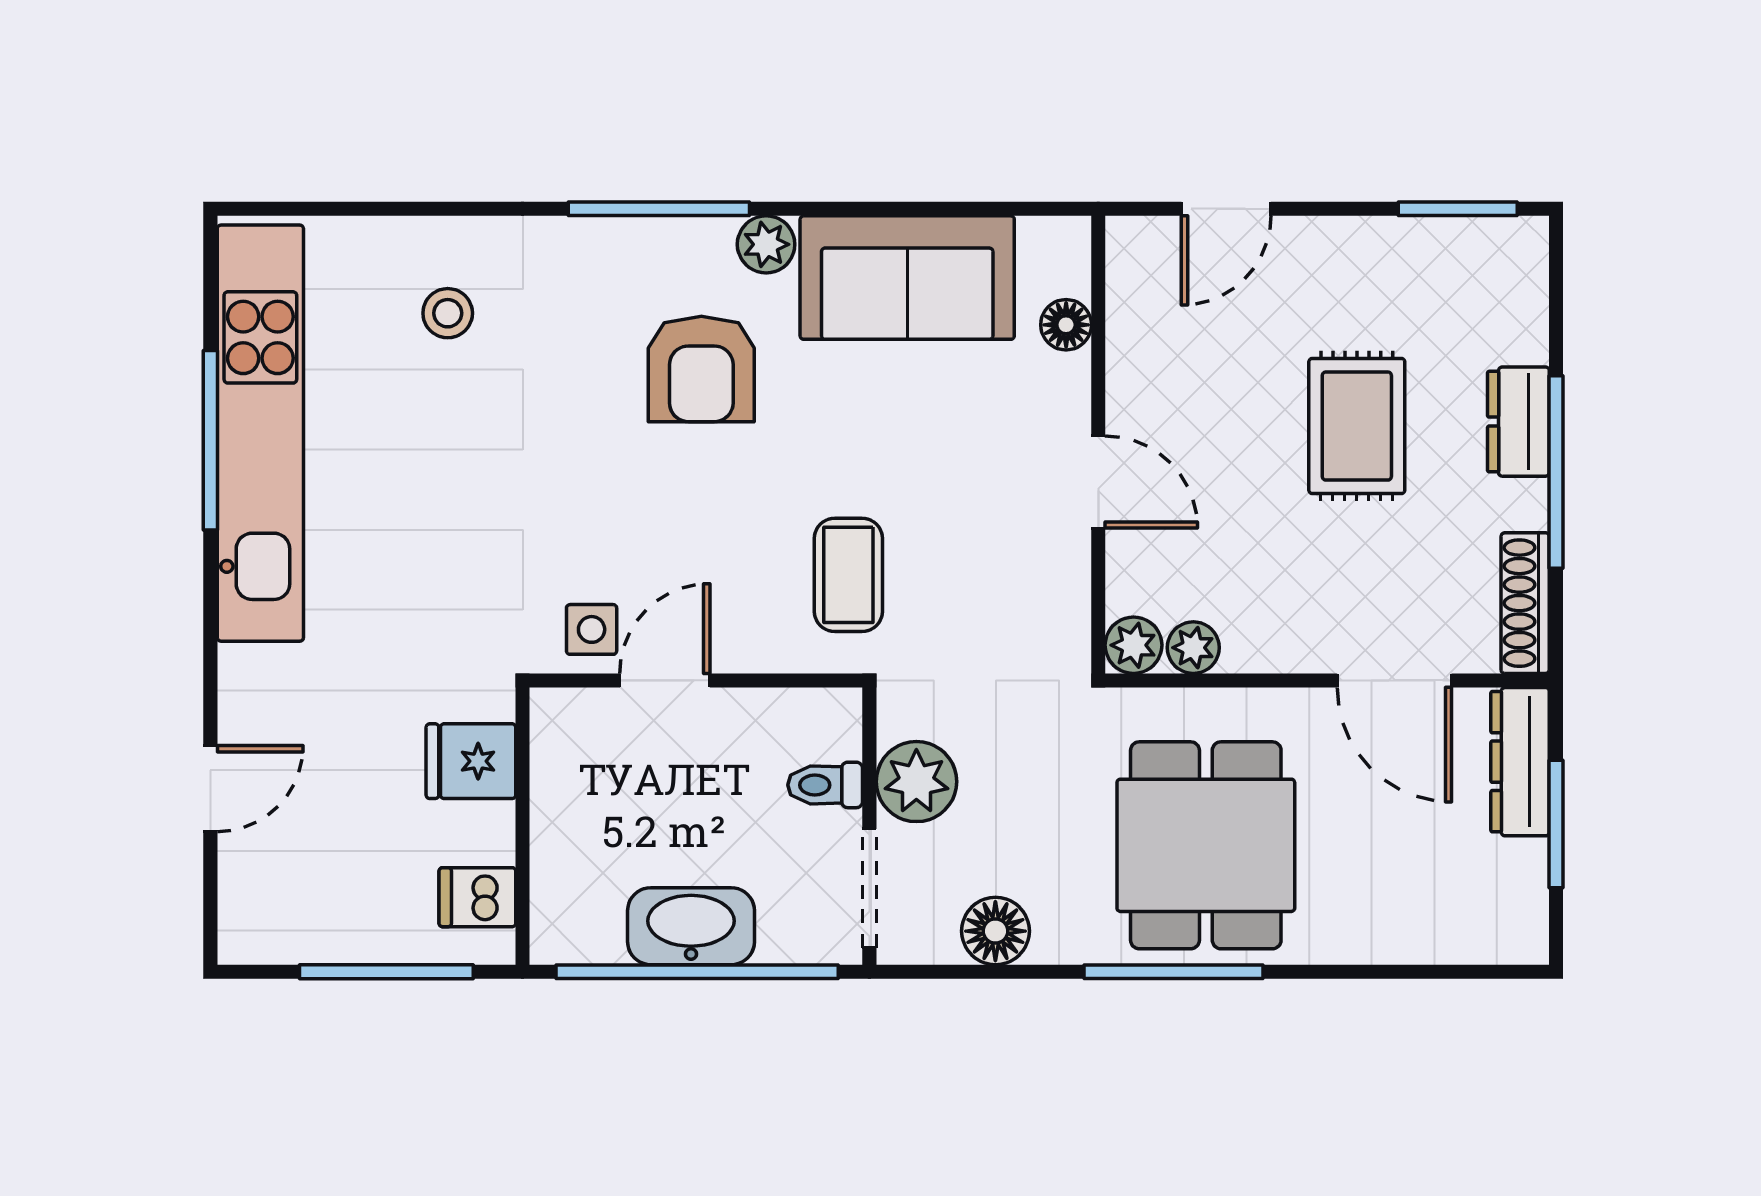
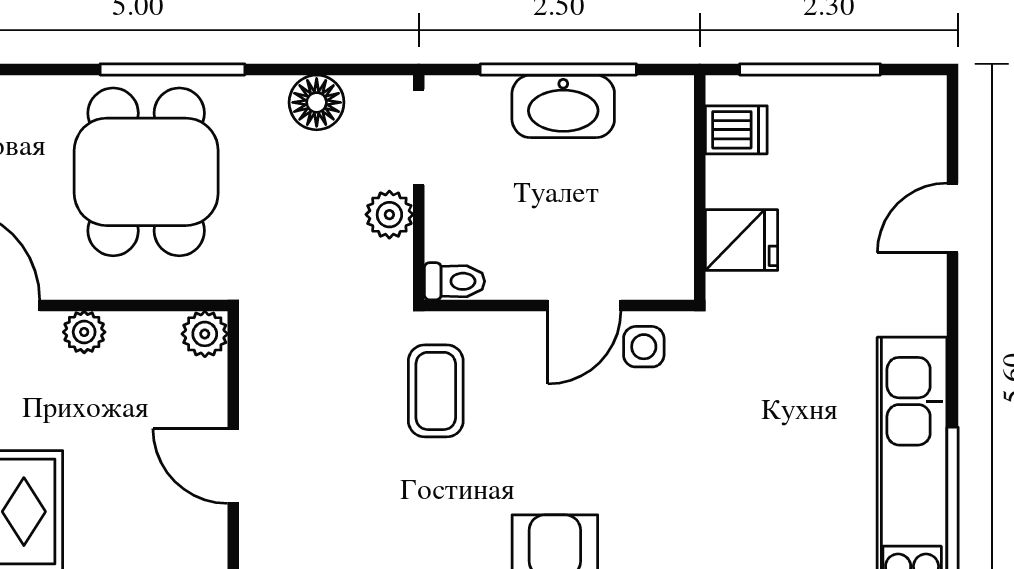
plant: (1193, 648) -> (84, 332), moved
plant: (916, 782) -> (389, 215), width x0.73, depth x0.73
toilet: (825, 785) -> (454, 281), moved
window: (697, 972) -> (558, 69), width x0.68

